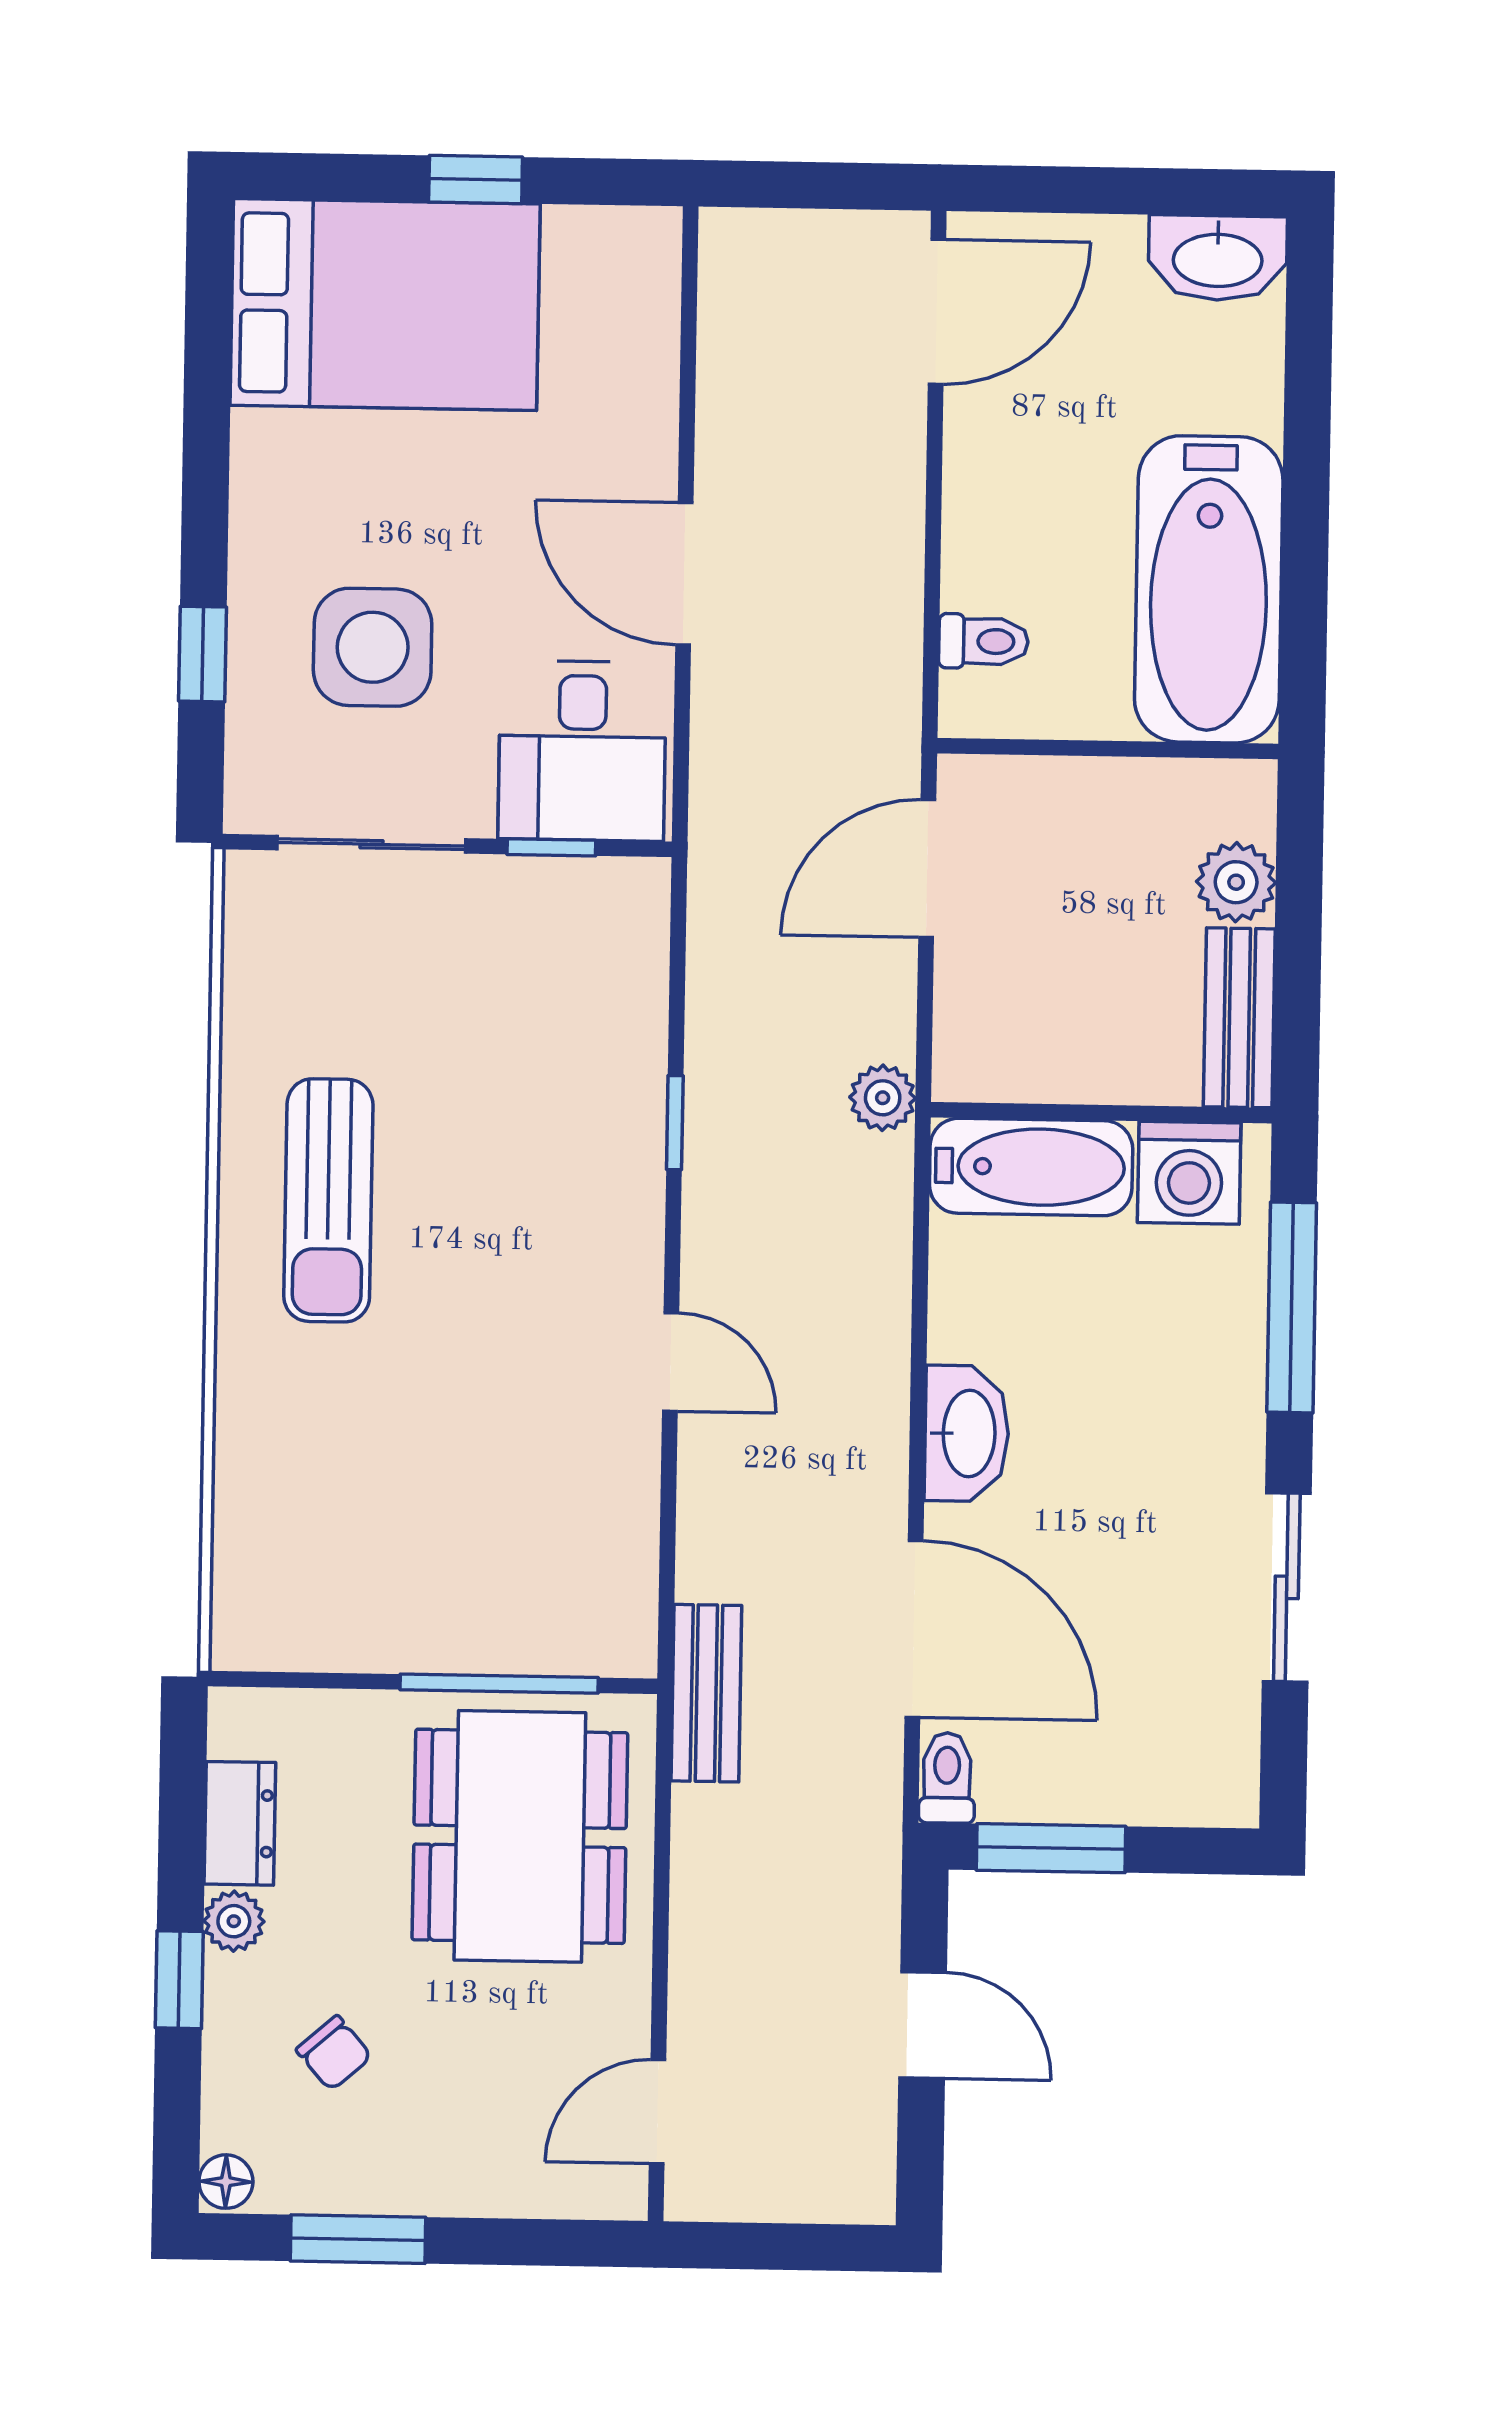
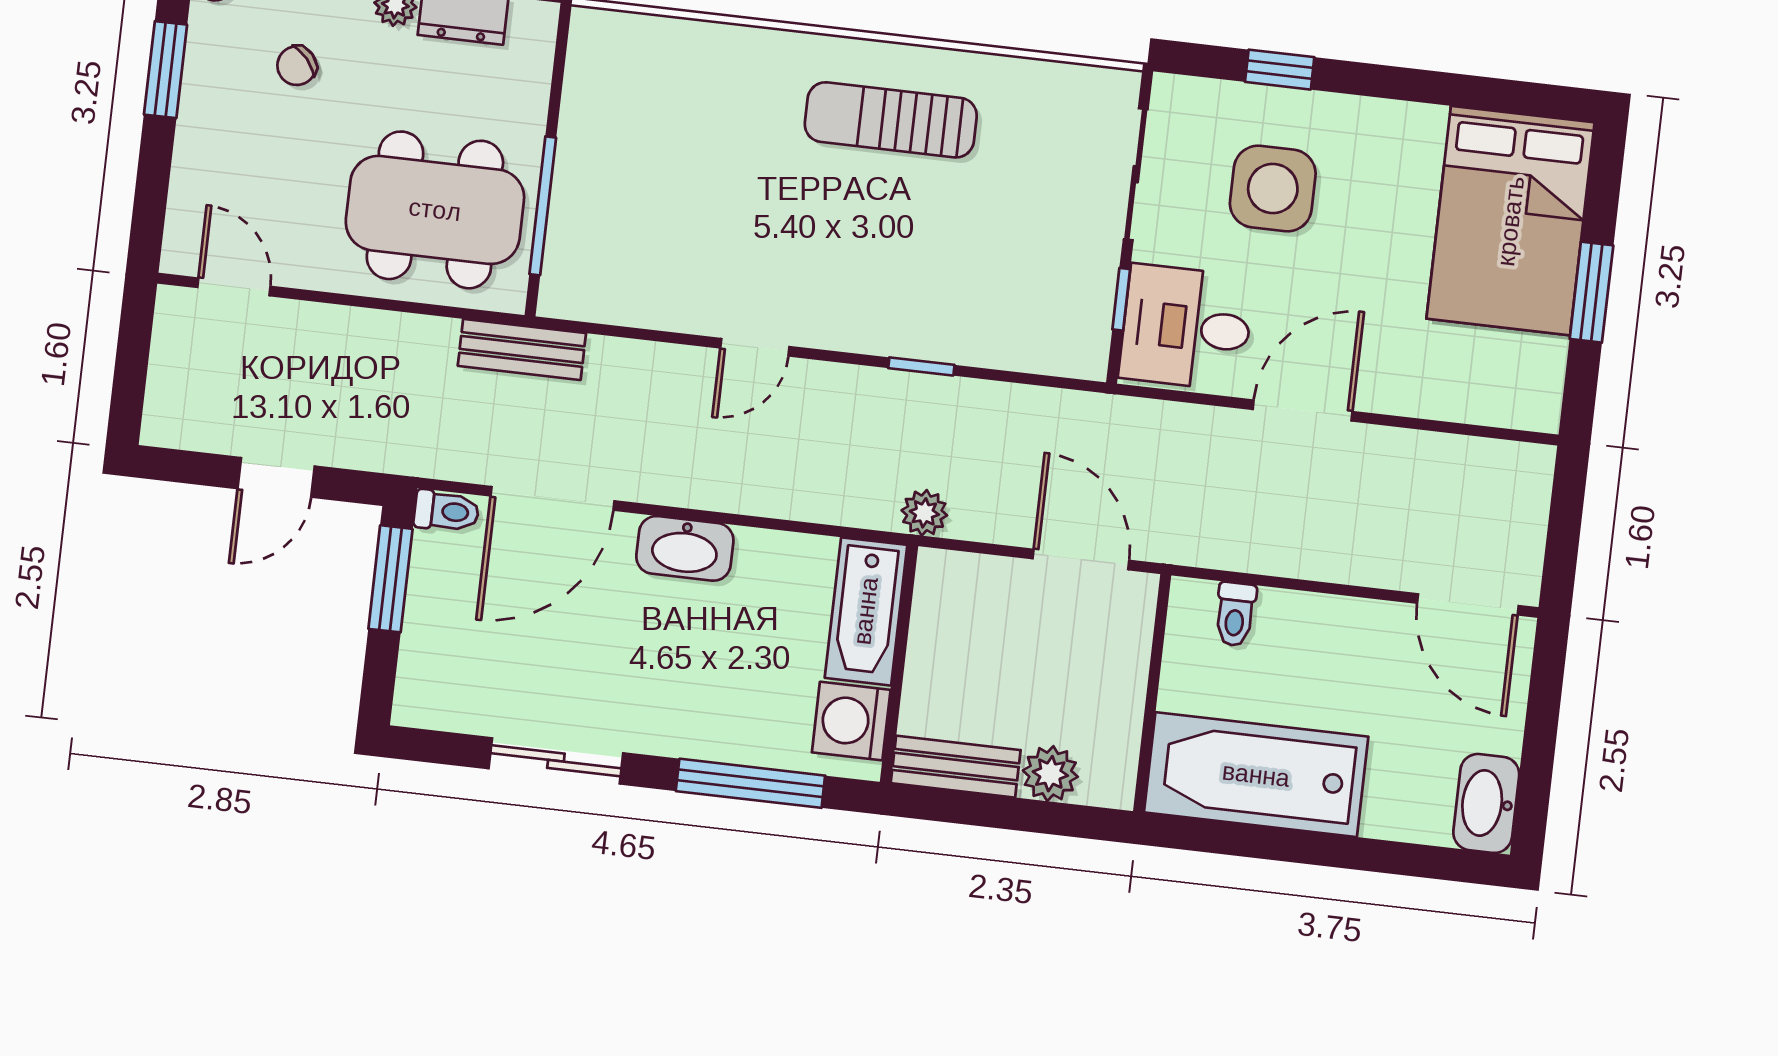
window: (476, 179) -> (1591, 292), width x1.50

